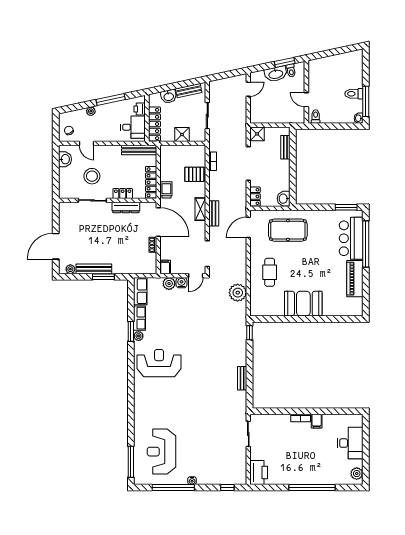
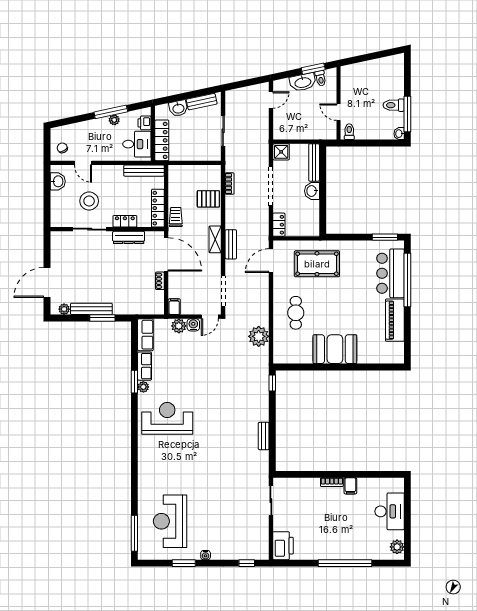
plant: (91, 111) -> (114, 120), moved
shower: (182, 135) -> (194, 153), removed
bench: (285, 147) -> (314, 162), width x1.36
washbasin: (284, 199) -> (312, 191), moved
window: (173, 488) -> (184, 563), width x0.47

